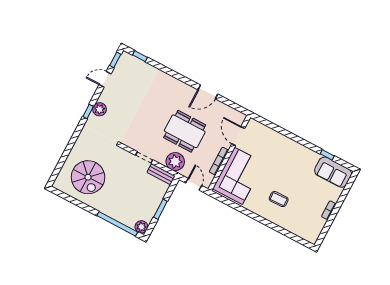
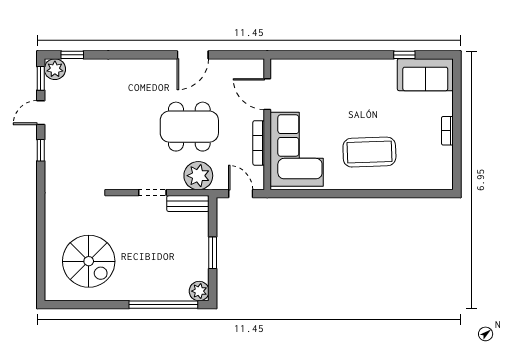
plant: (99, 109) -> (55, 69), moved
window: (88, 112) -> (41, 150), moved
coffee table: (279, 199) -> (369, 152), width x1.86, depth x1.72

